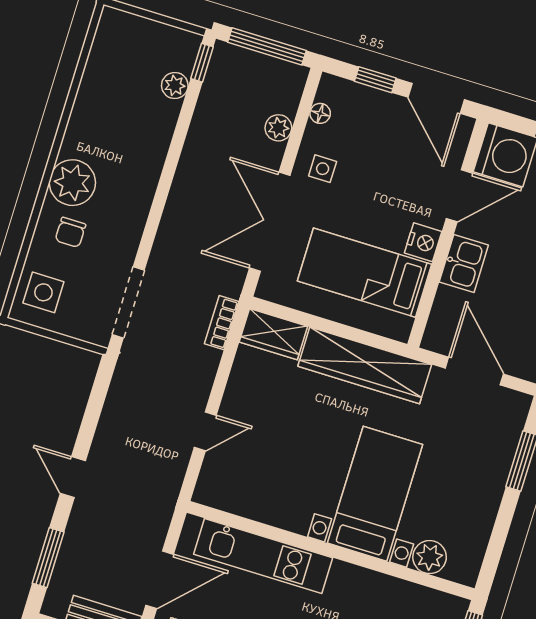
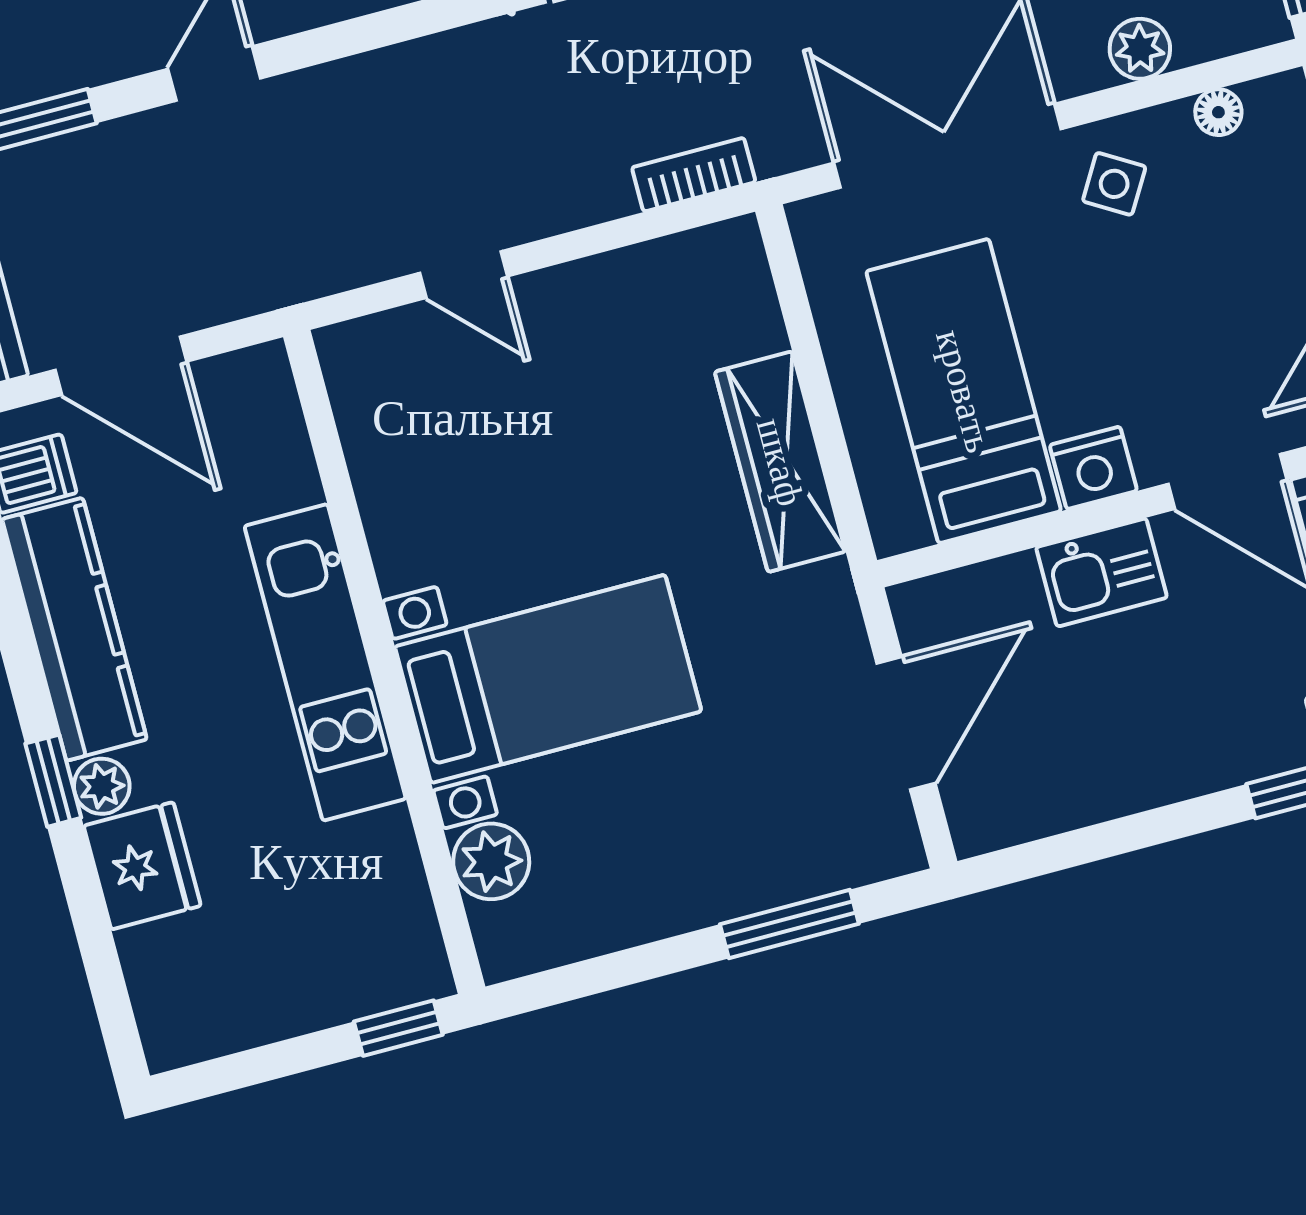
side table: (323, 169) -> (1114, 184), turned 31
wardrobe: (273, 334) -> (734, 289), removed
wardrobe: (365, 365) -> (780, 462), width x0.71, depth x0.85
kitchen unit: (263, 556) -> (325, 662), moved

